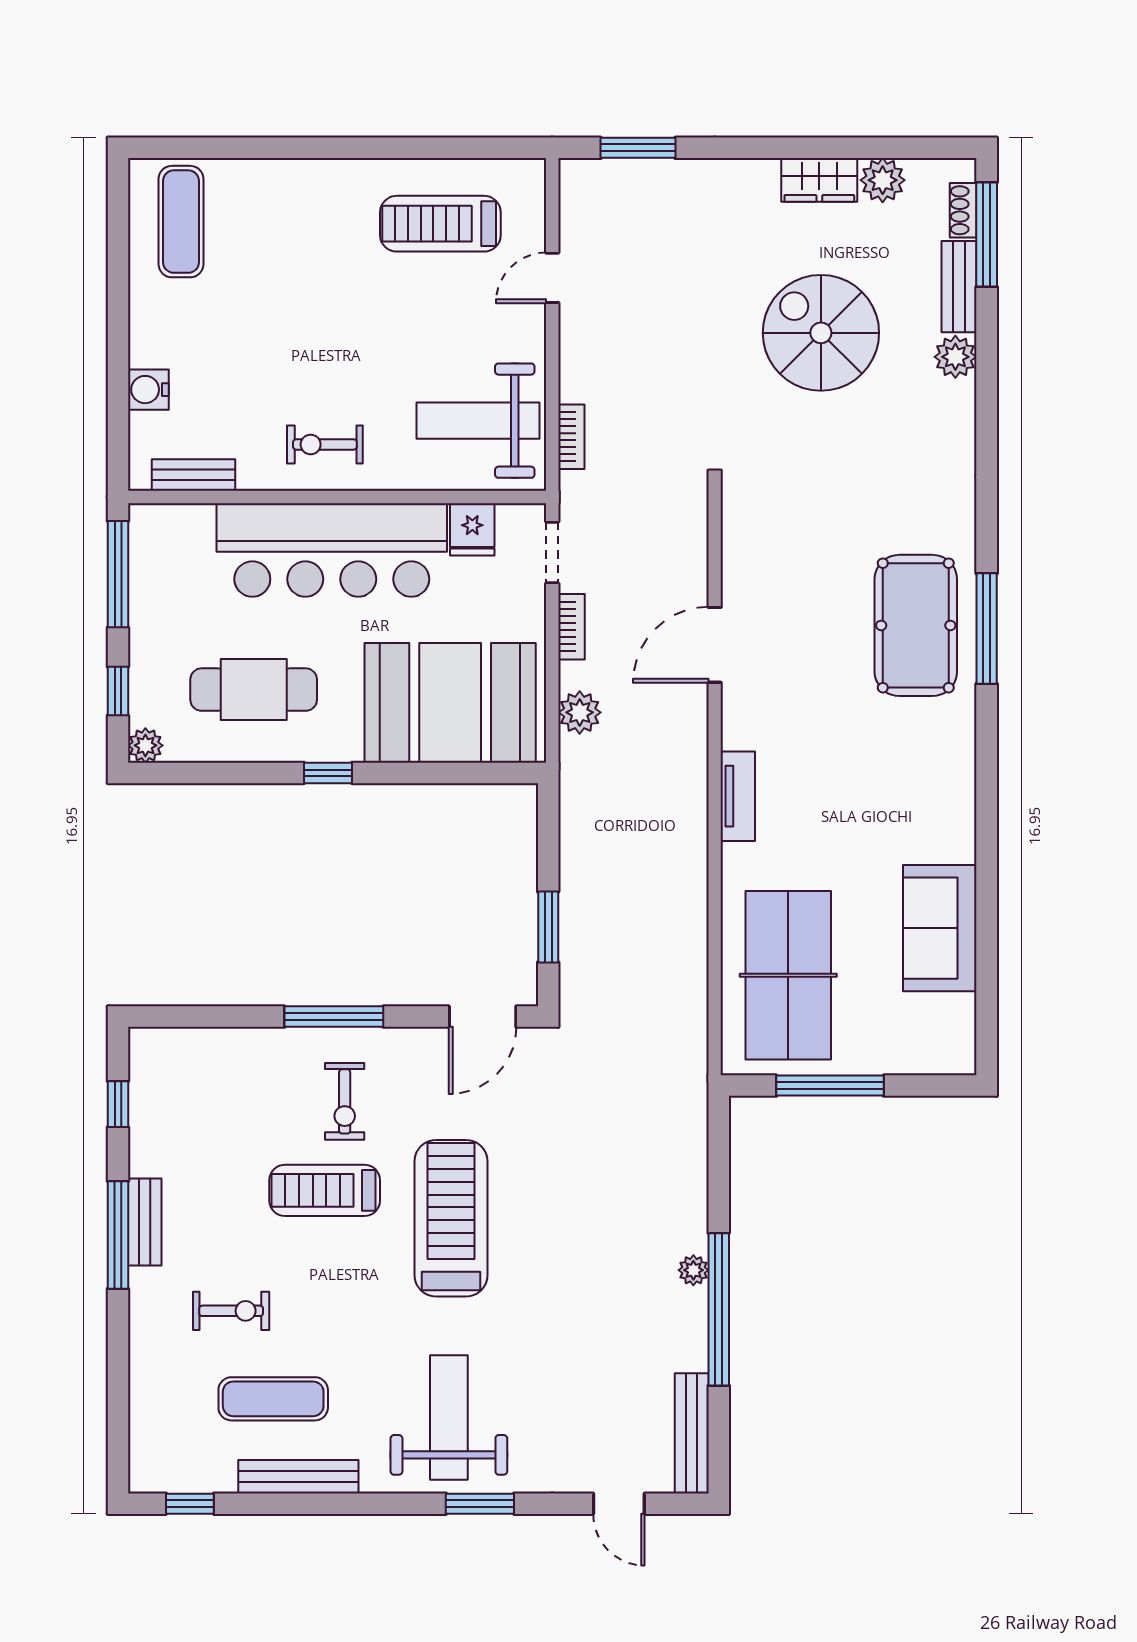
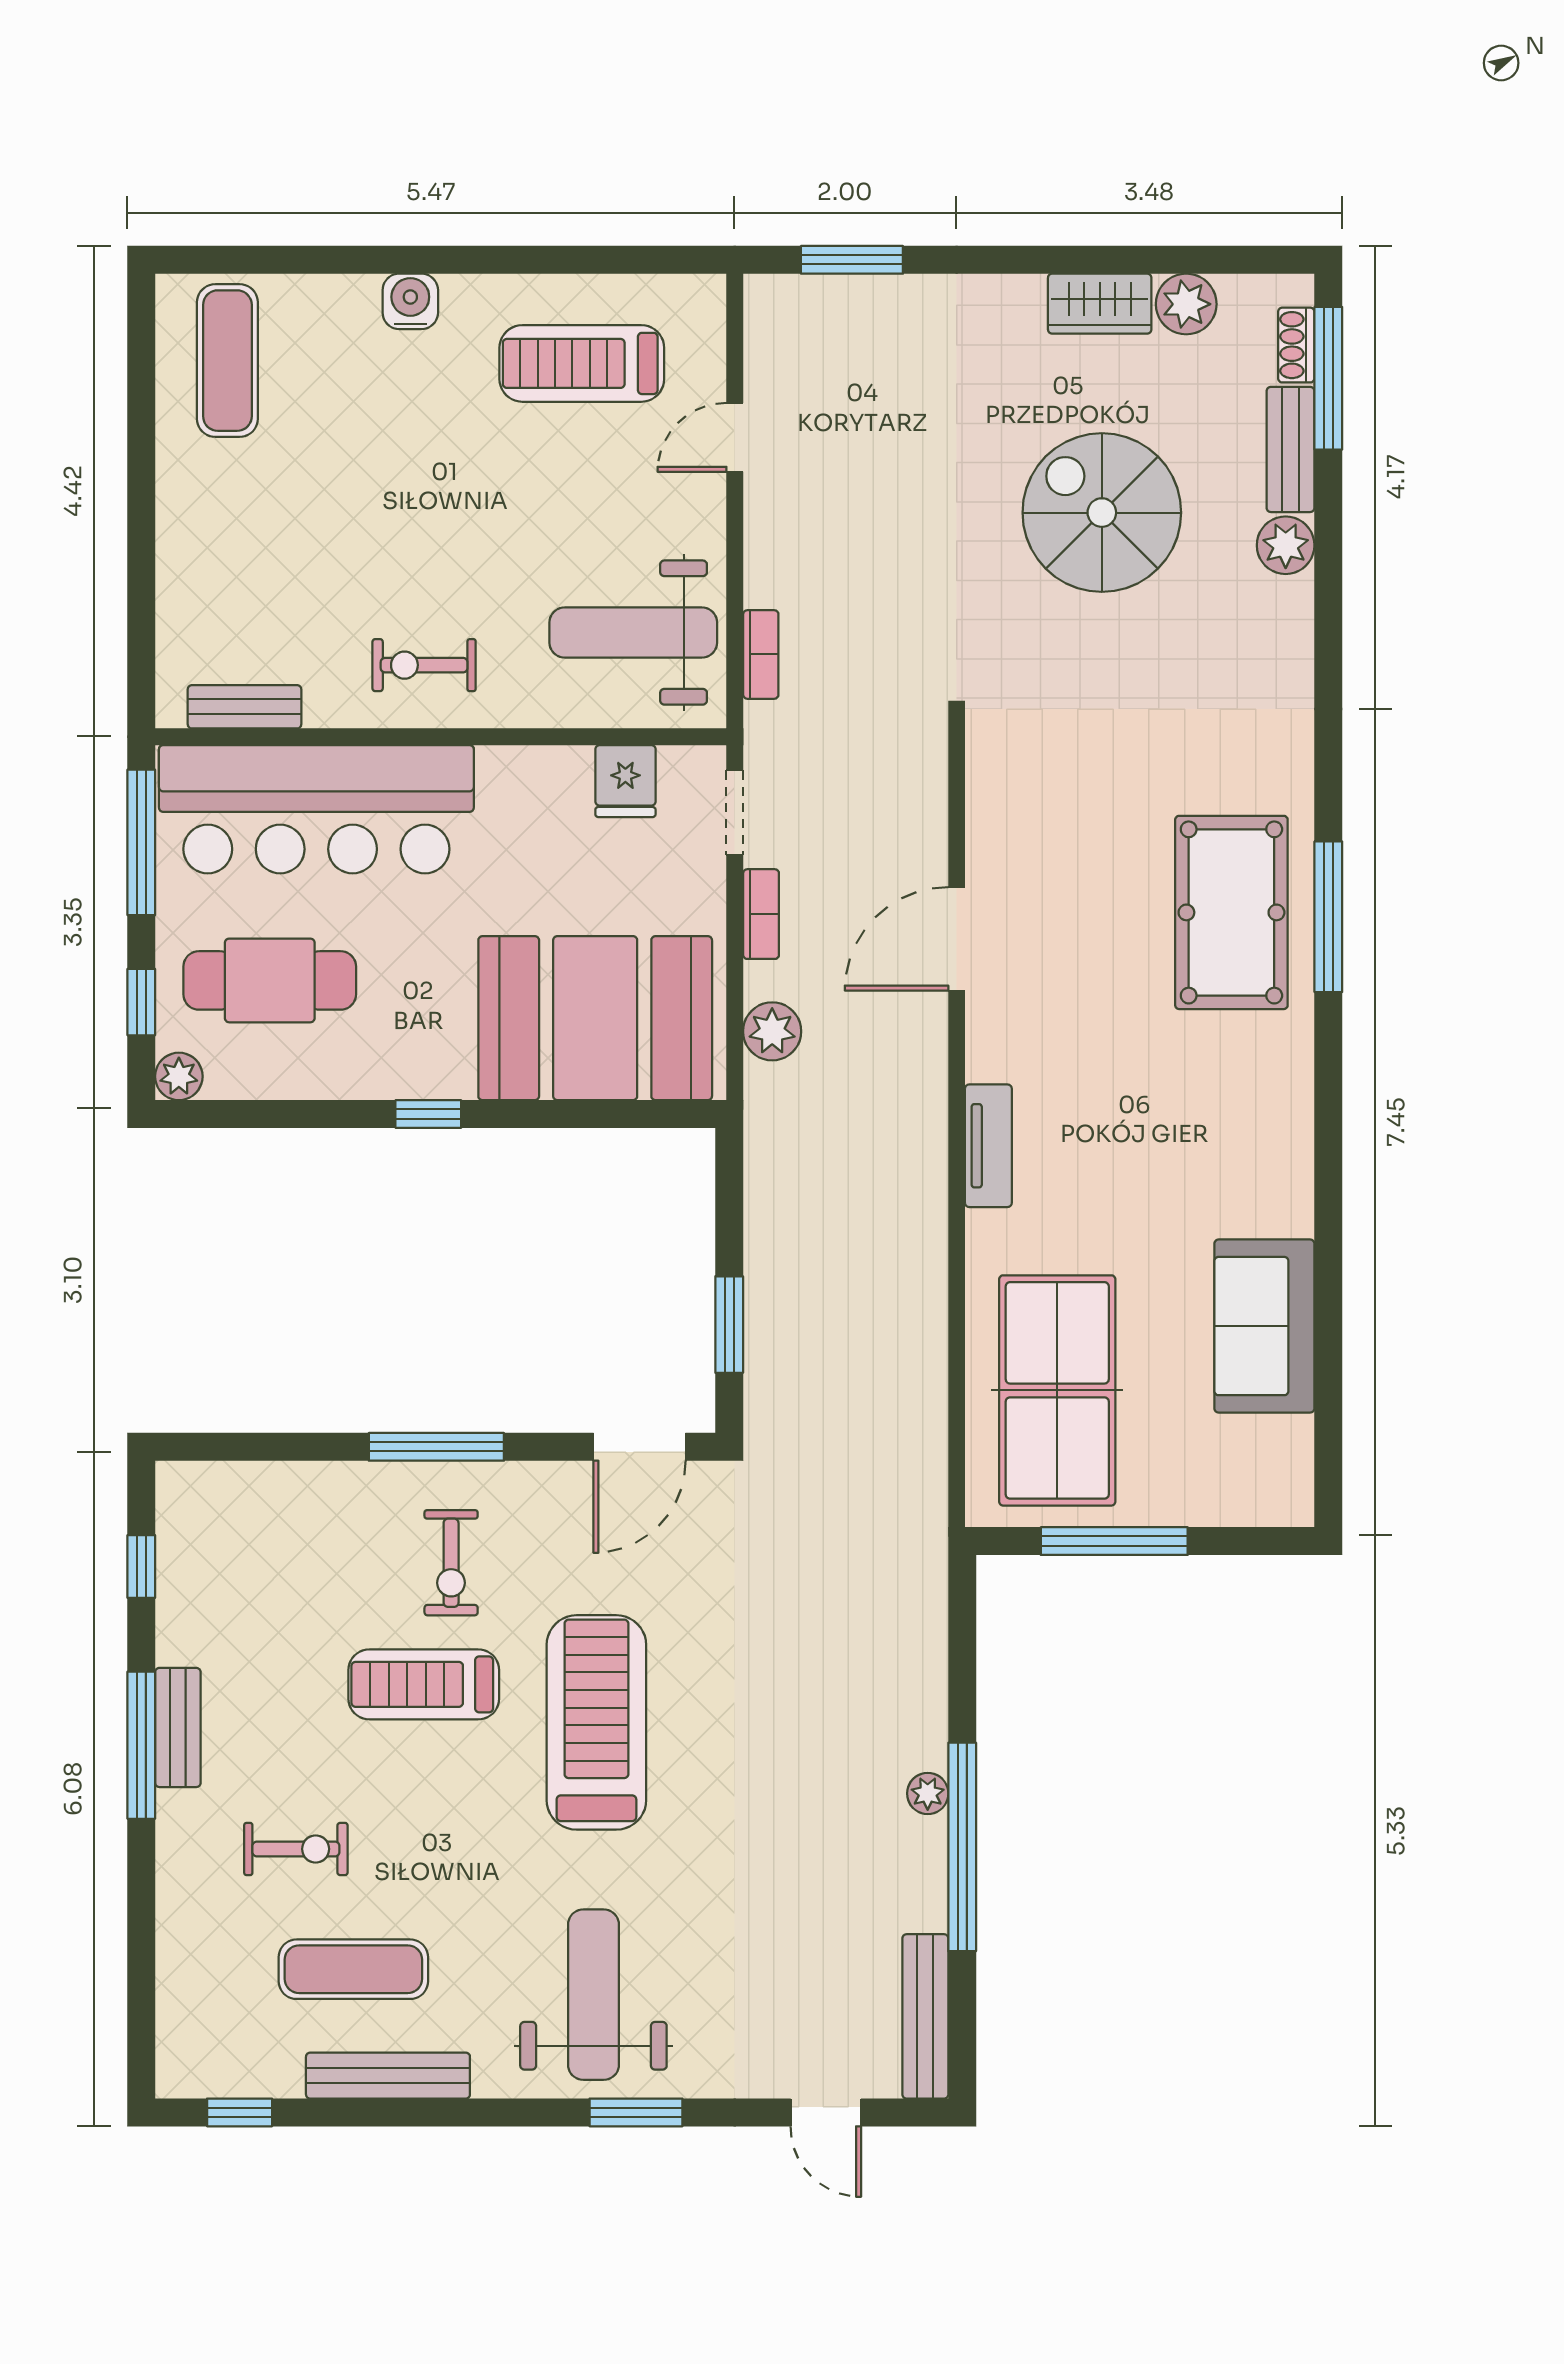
water cooler: (148, 390) -> (410, 301), moved, turned 90
bar counter: (332, 550) -> (316, 809), moved
cafe table: (254, 690) -> (270, 980), moved

